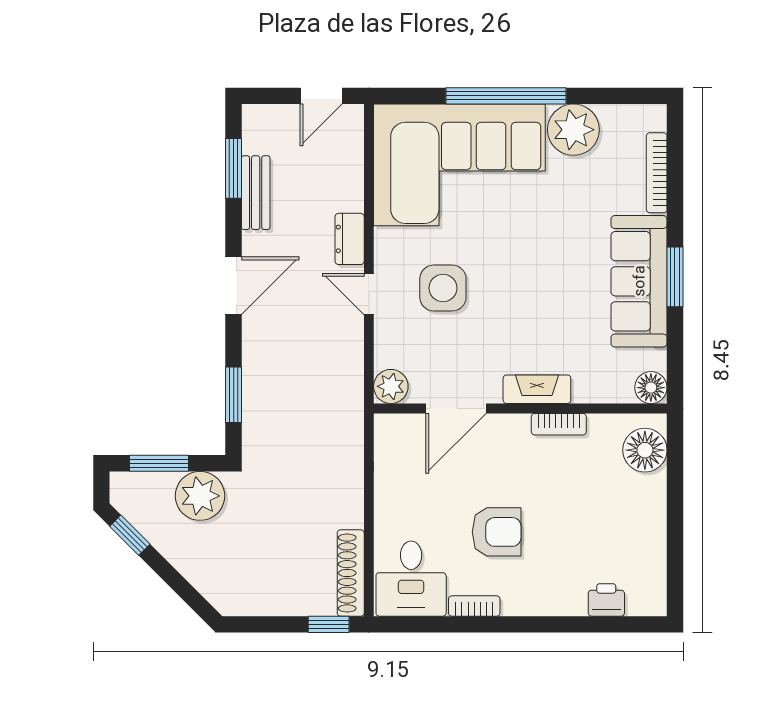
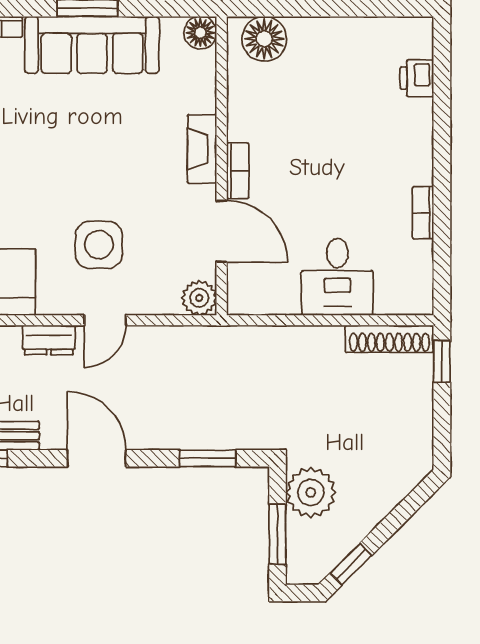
bookcase: (559, 424) -> (238, 171), moved
armchair: (497, 532) -> (348, 190), removed
desk: (411, 579) -> (337, 277), moved, turned 90

